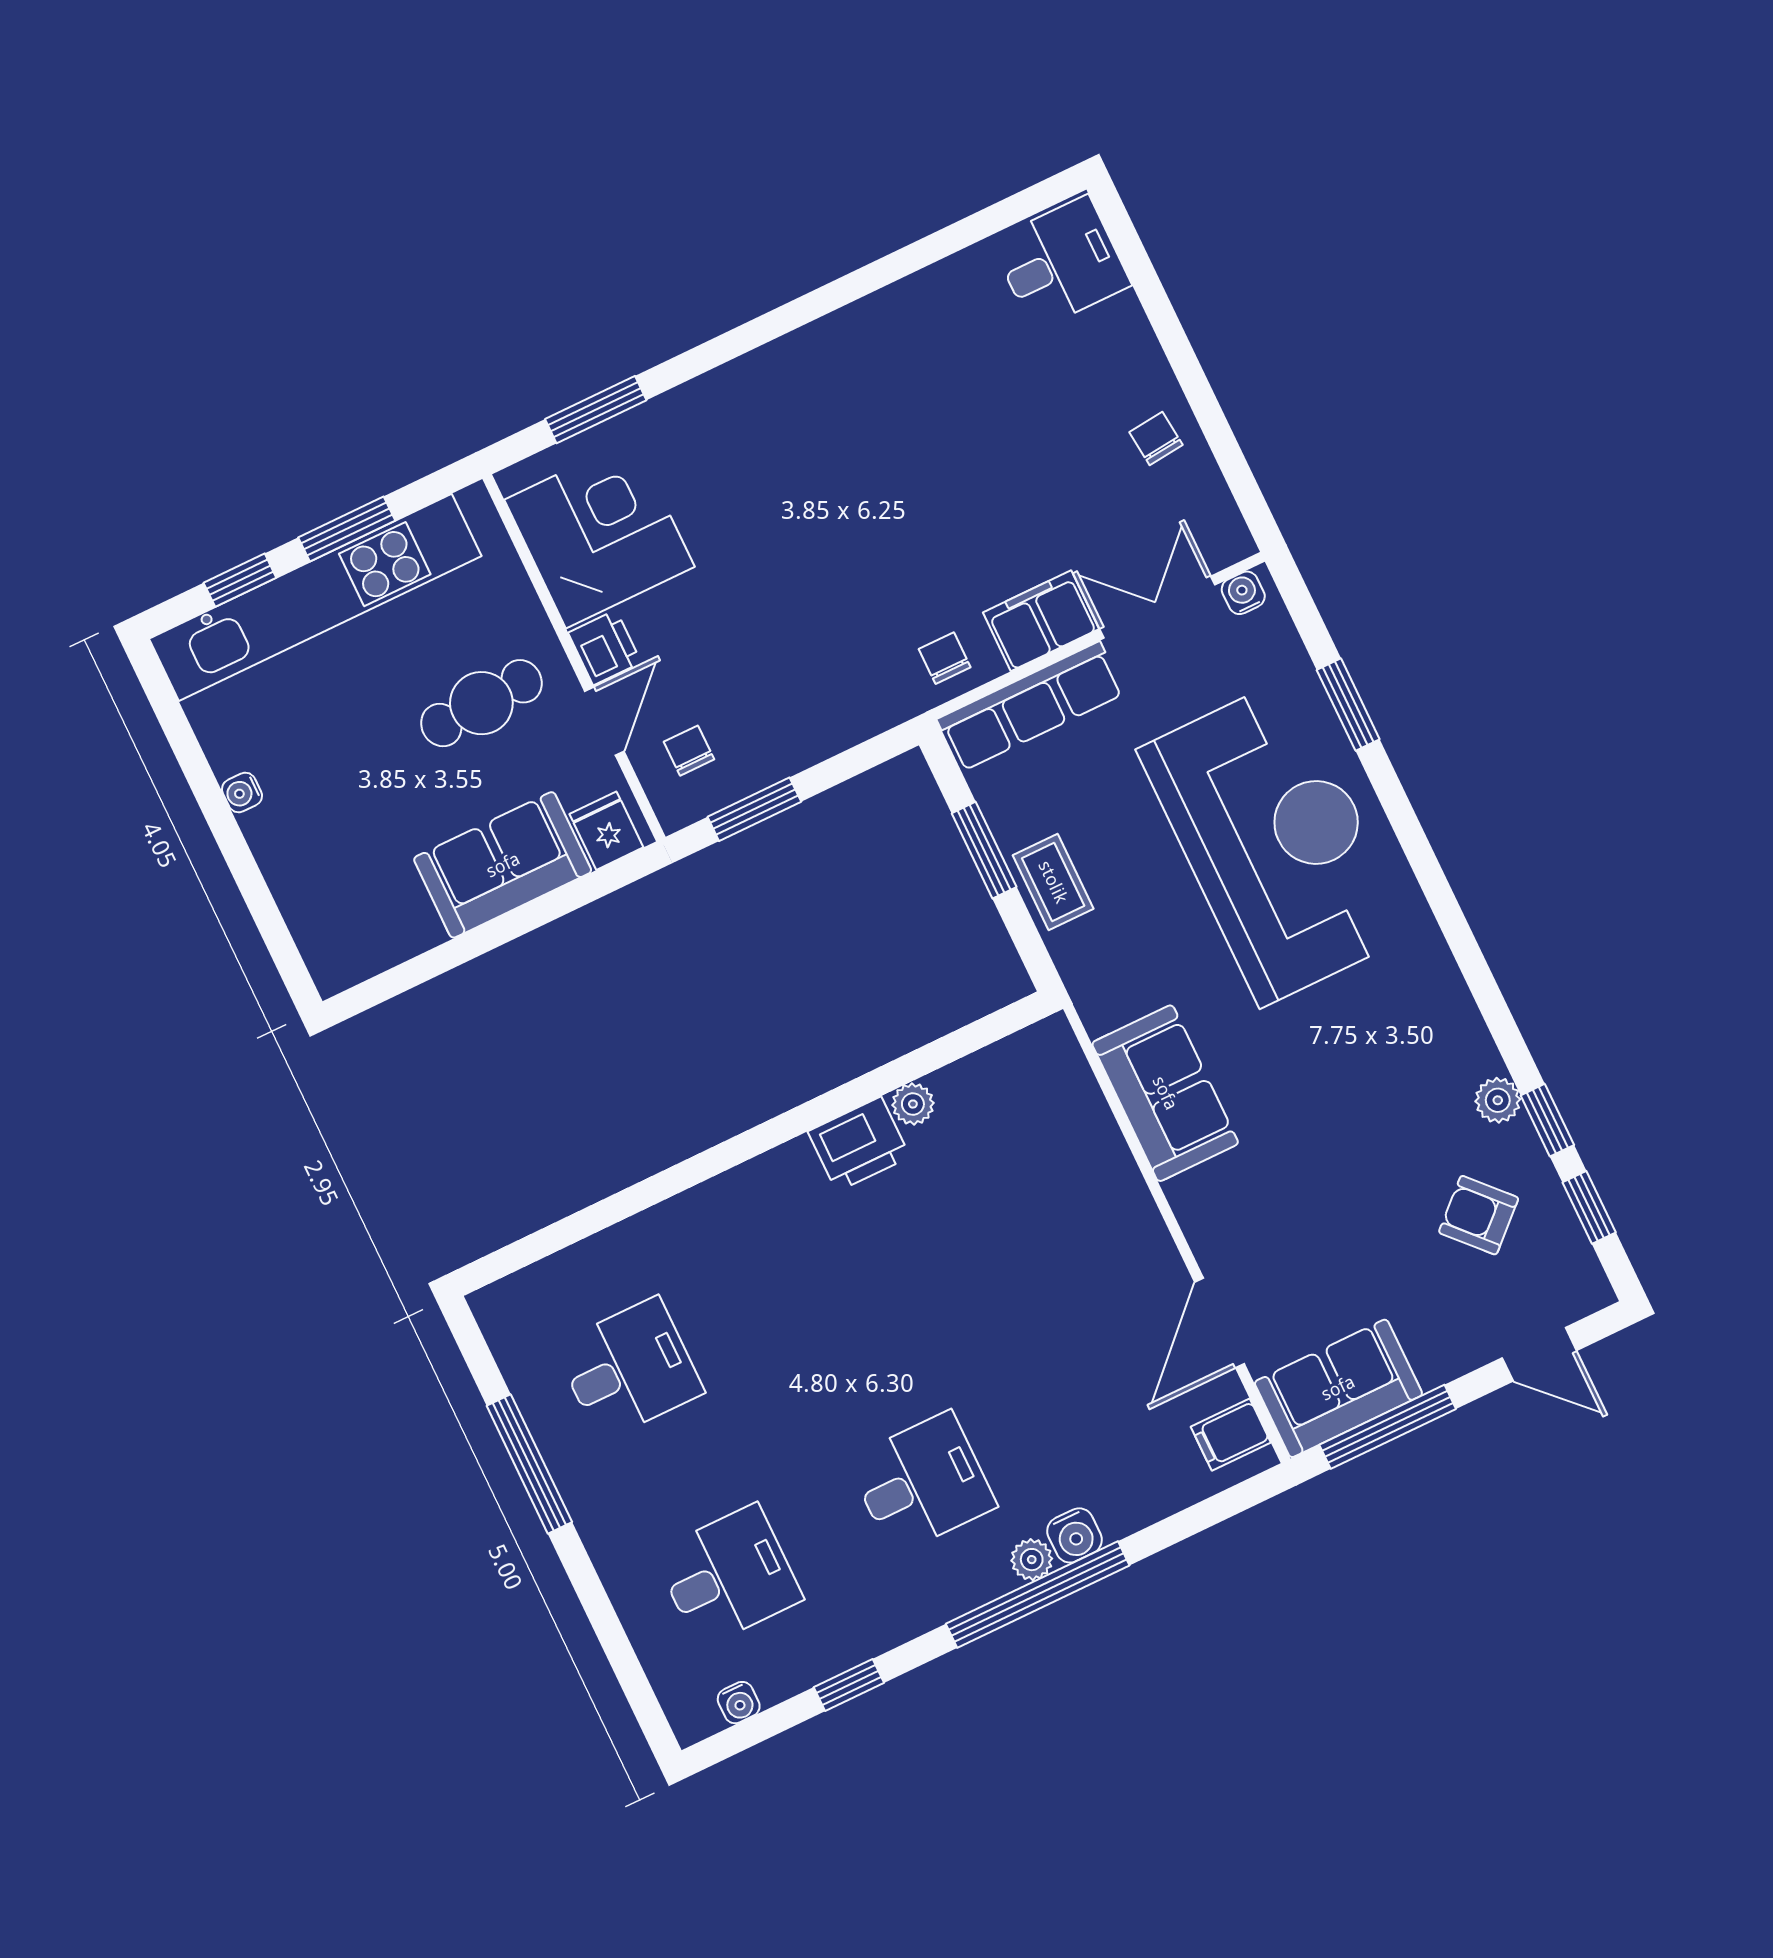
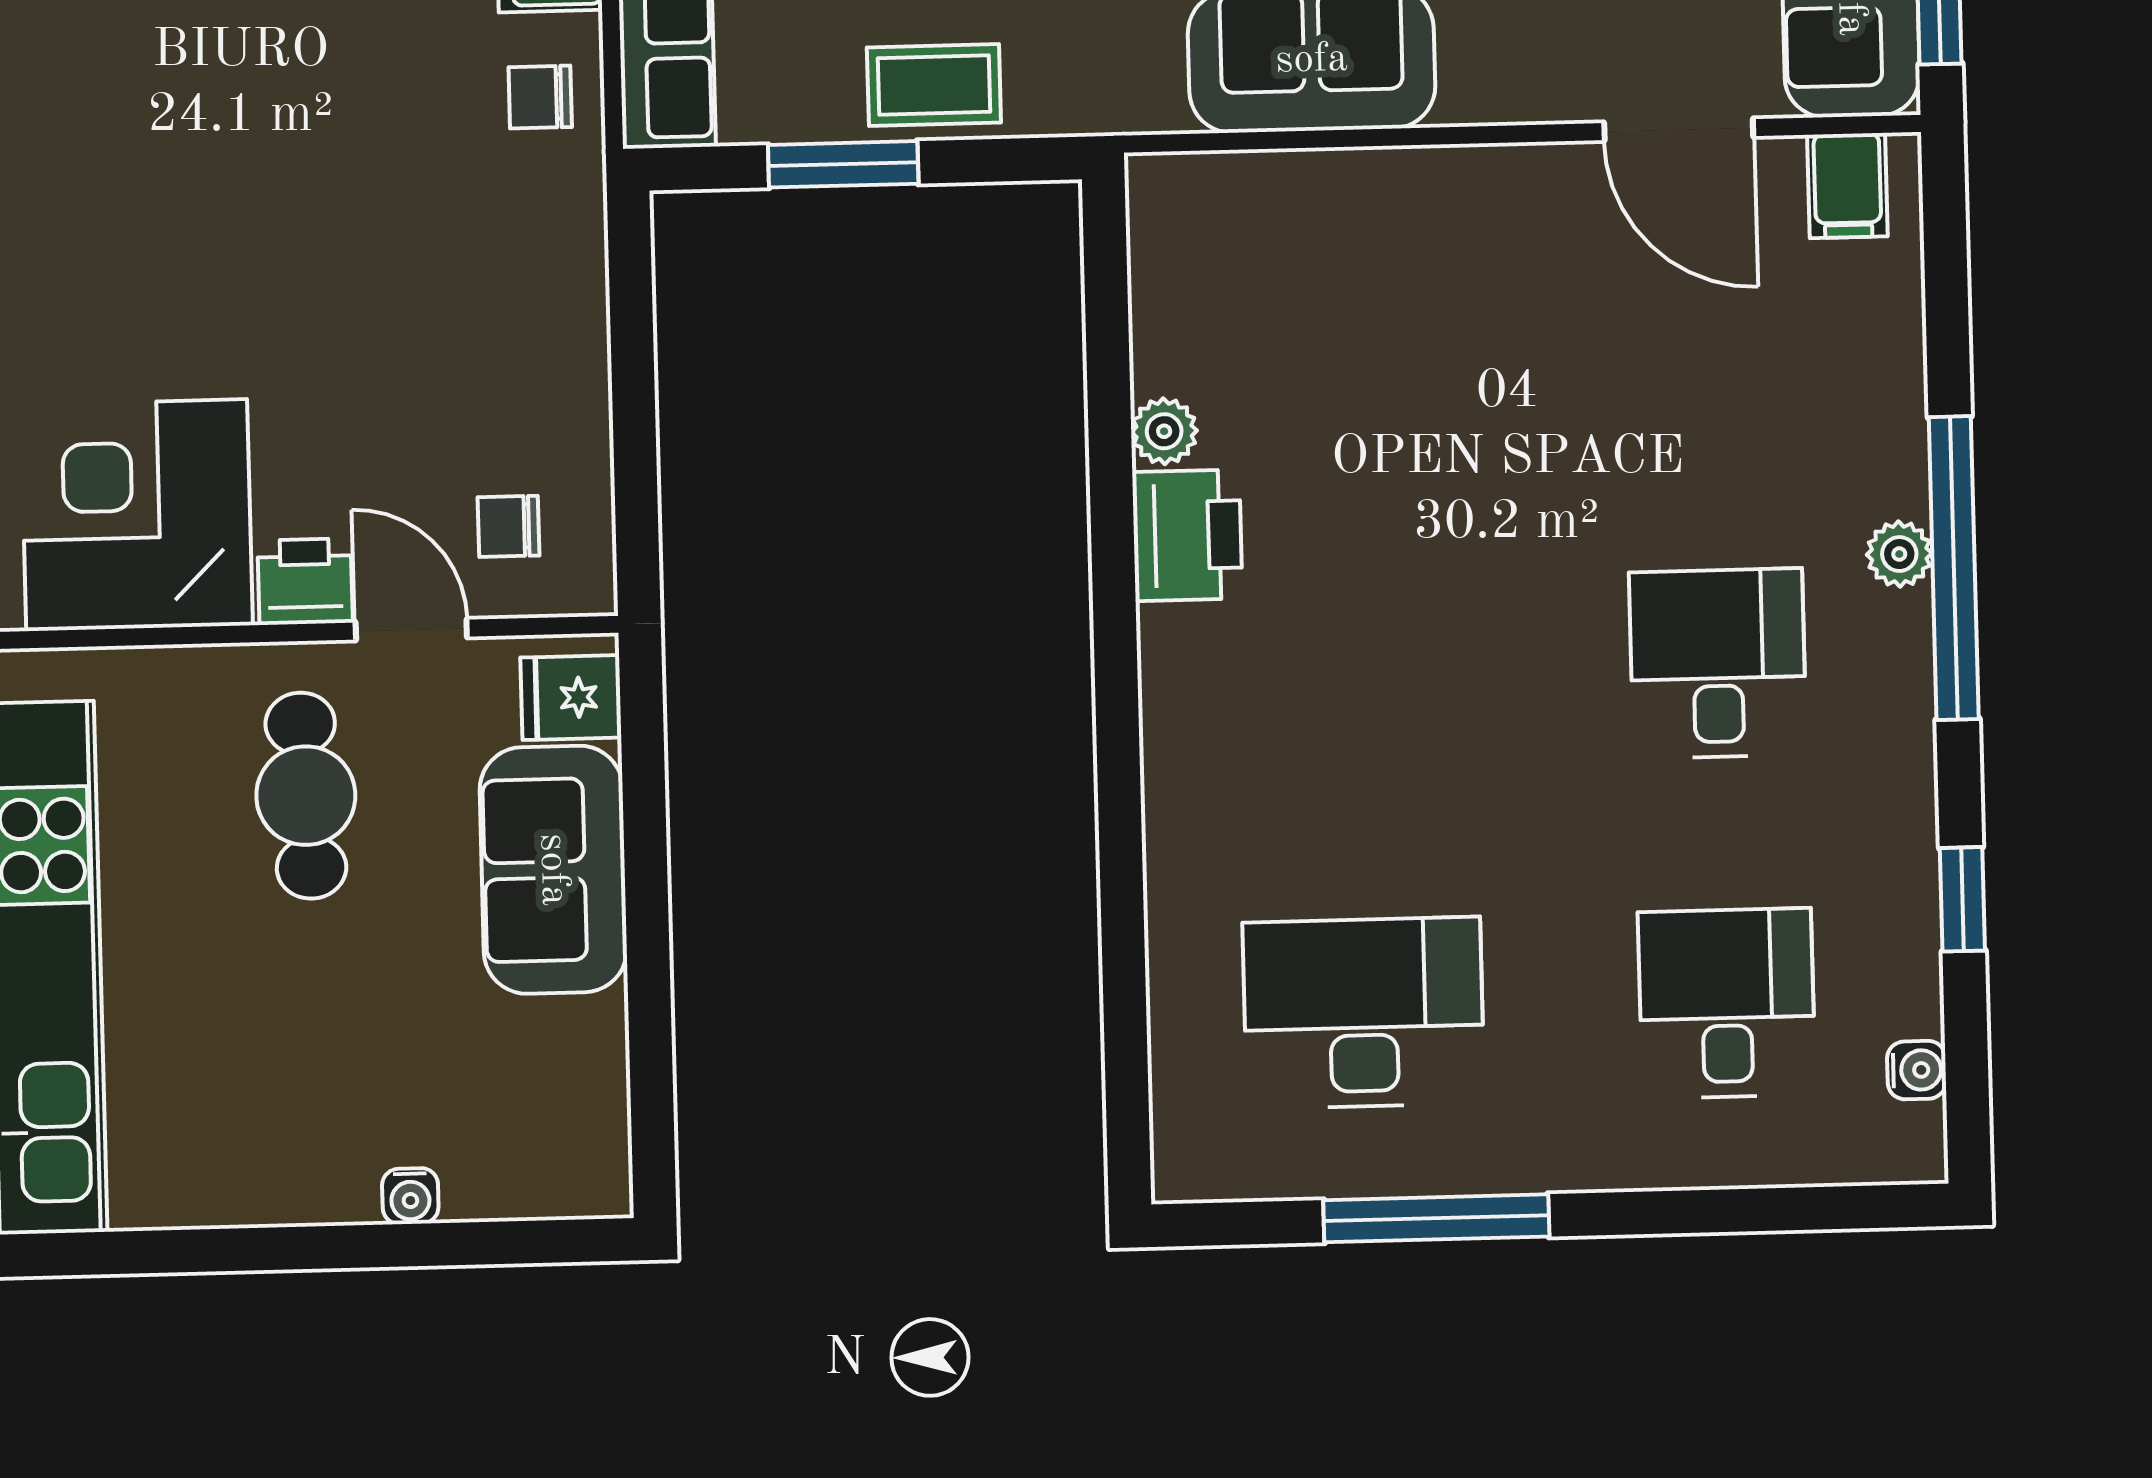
water cooler: (242, 793) -> (410, 1196), moved
window: (754, 809) -> (635, 470), removed
desk: (629, 1369) -> (1363, 1013), width x1.37
water cooler: (1075, 1535) -> (1892, 477), removed

